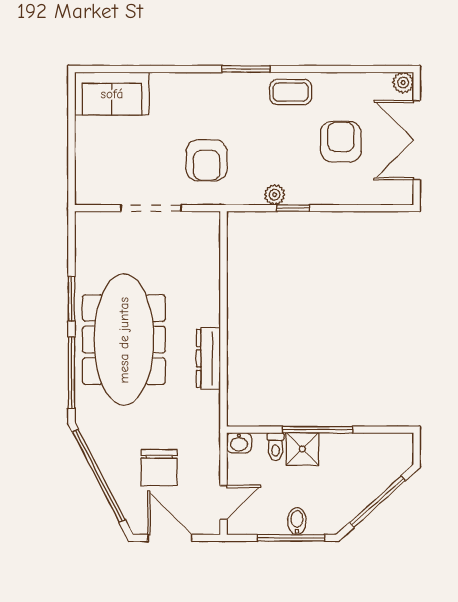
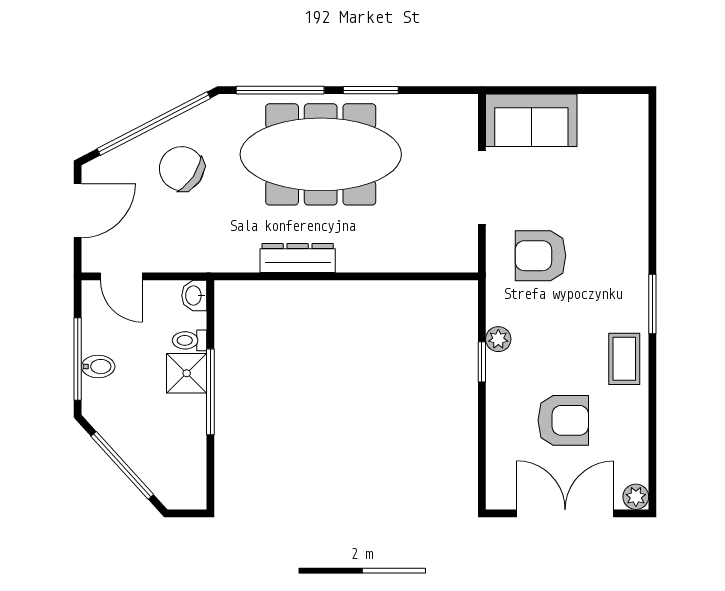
sofa: (112, 94) -> (531, 120), moved, turned -90
chair: (159, 468) -> (182, 169), moved, turned 34

